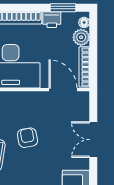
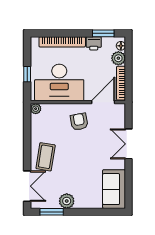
door: (63, 90) -> (103, 102), hinge flipped
armchair: (27, 138) -> (79, 122), moved

